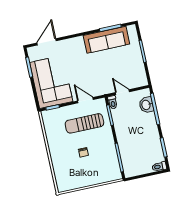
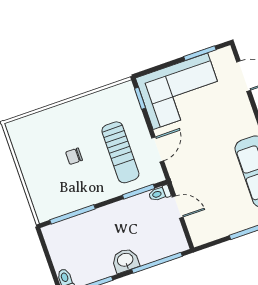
door: (122, 92) -> (178, 207), hinge flipped
washbasin: (146, 105) -> (125, 260), moved
sun lounger: (84, 123) -> (120, 152), turned 180

